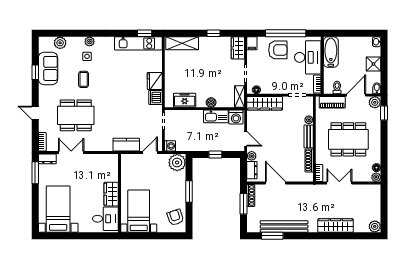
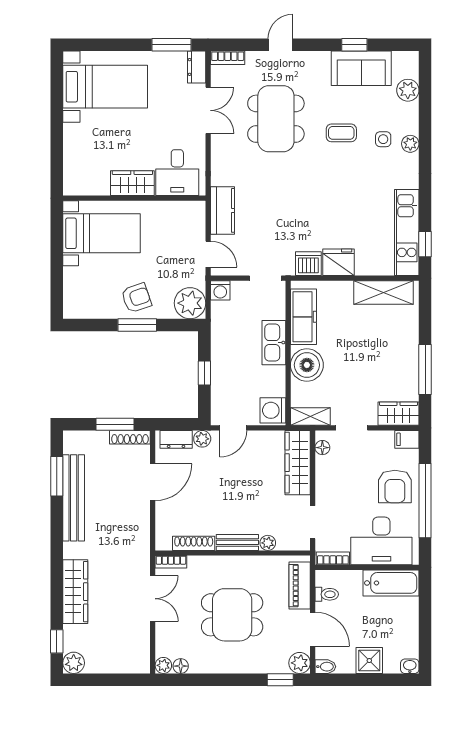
window: (214, 33) -> (425, 369), width x2.17
shelving: (182, 43) -> (383, 292), moved, turned 90
freezer: (185, 100) -> (303, 317), width x1.40
boiler: (211, 102) -> (307, 365), width x1.86, depth x1.86
kitchen sink: (216, 116) -> (274, 343), moved
dining table: (348, 139) -> (232, 615), width x0.73
armchair: (175, 217) -> (136, 298), moved
desk: (105, 219) -> (177, 173), moved
window: (363, 236) -> (57, 641), added

